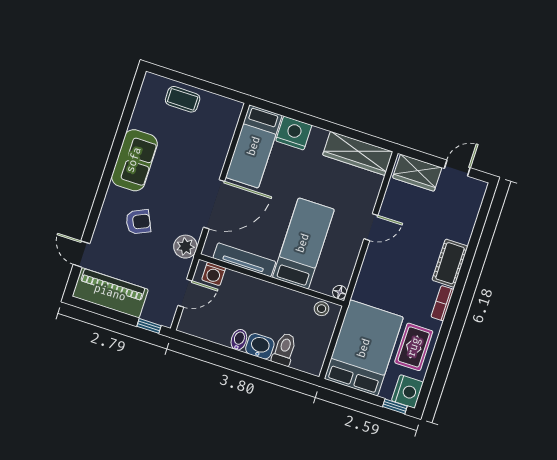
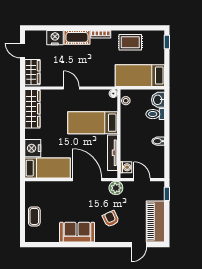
washbasin: (260, 346) -> (158, 100), moved
bed: (364, 348) -> (140, 76), width x0.67
nightstand: (407, 391) -> (55, 38), moved

